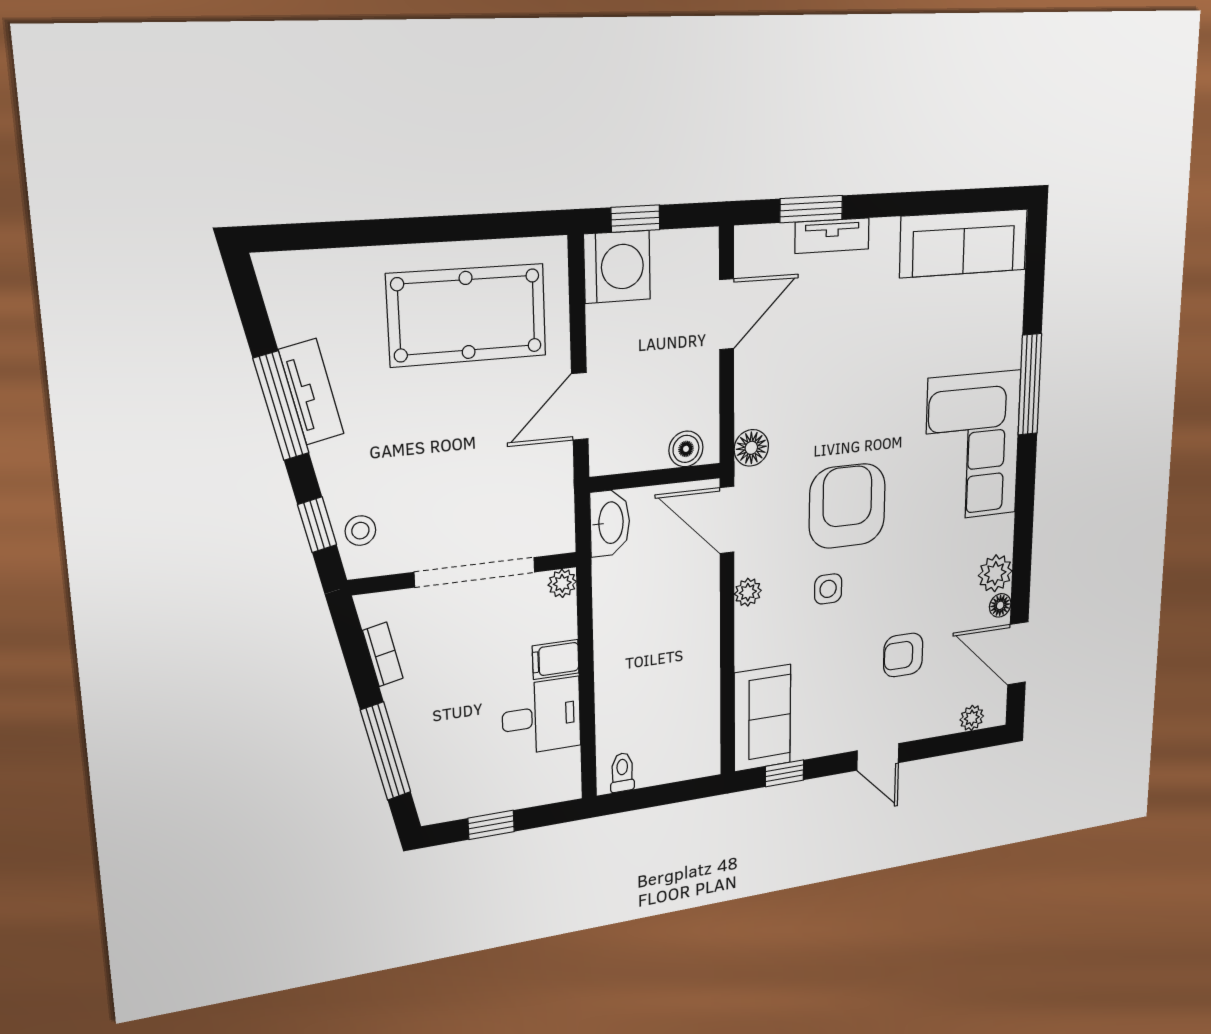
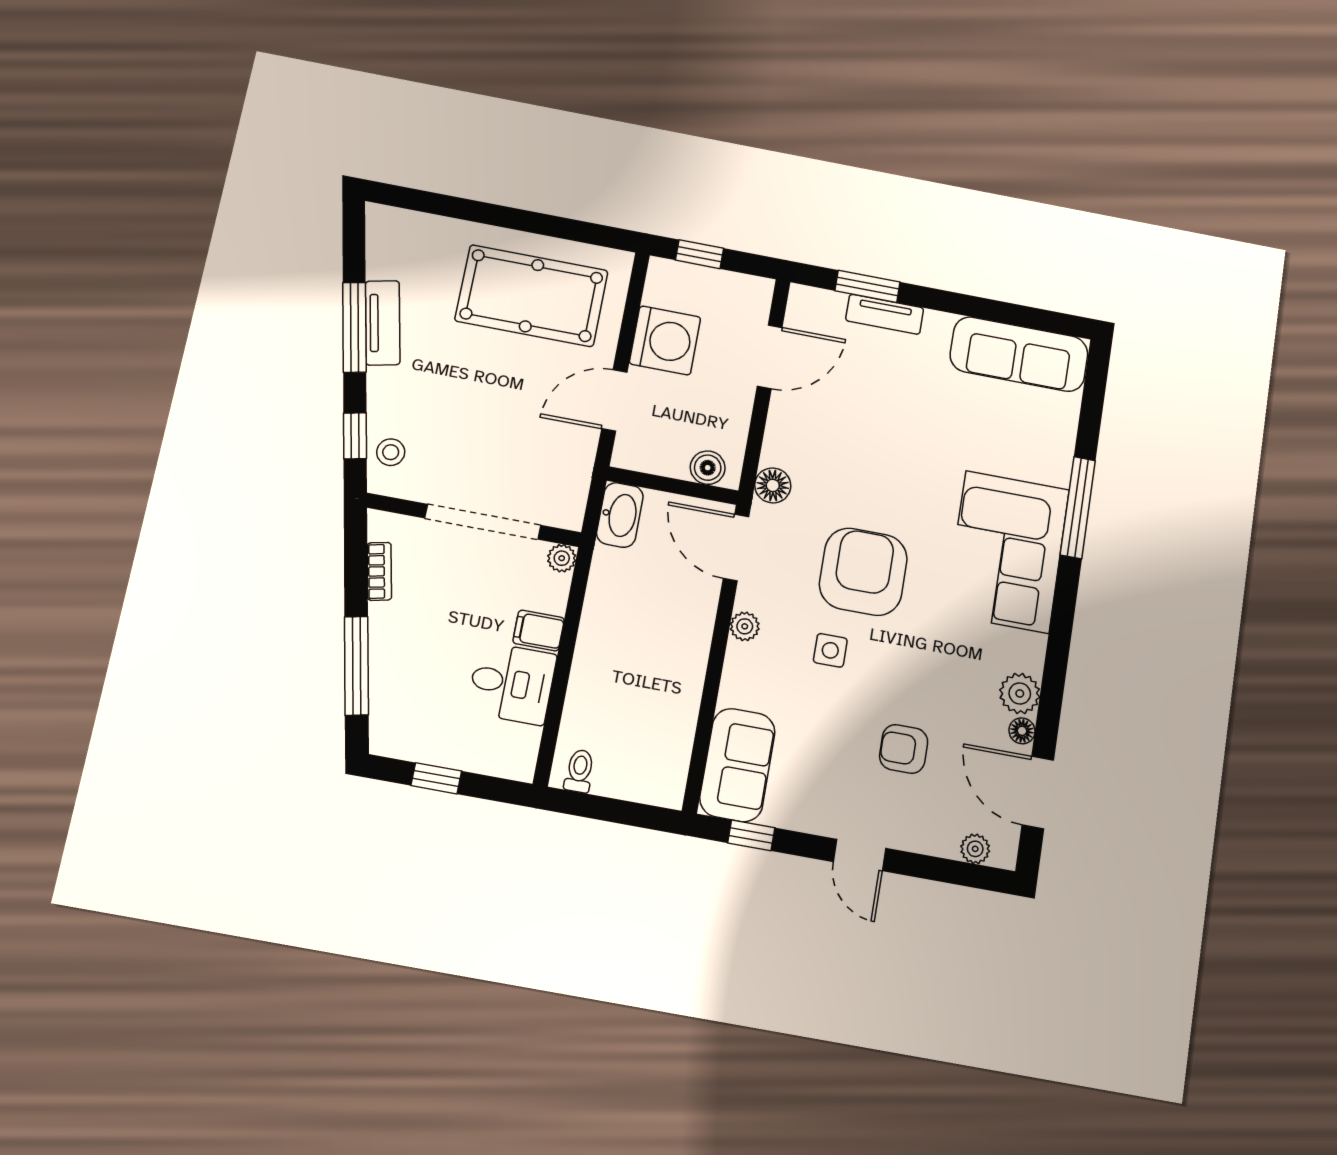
washing machine: (617, 267) -> (665, 340), moved

